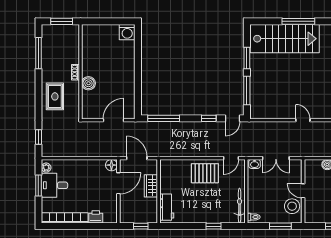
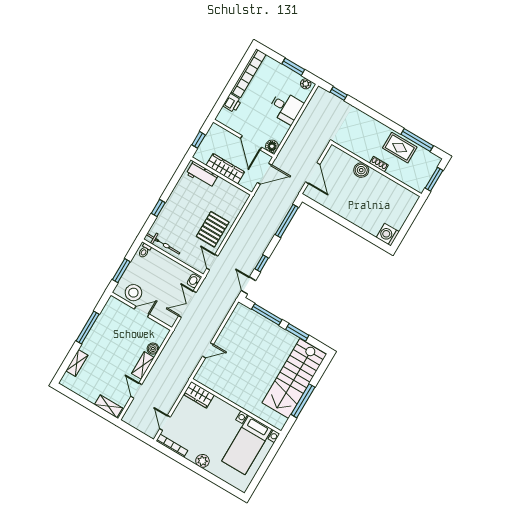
rug: (55, 96) -> (400, 148), moved
desk: (54, 185) -> (286, 107), moved, turned 90
wardrobe: (151, 186) -> (225, 169), width x1.50

